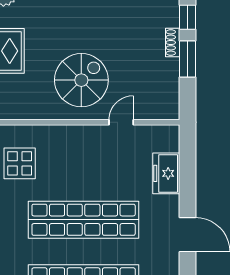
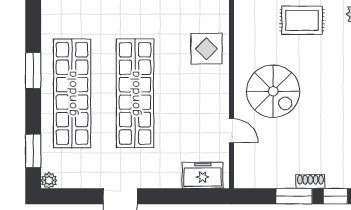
display table: (20, 163) -> (207, 49), moved
freezer: (166, 173) -> (203, 175), moved

